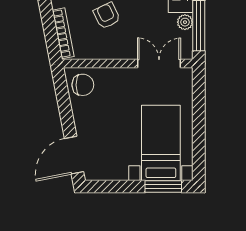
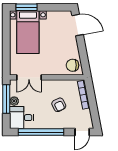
door: (74, 155) -> (78, 25), hinge flipped

